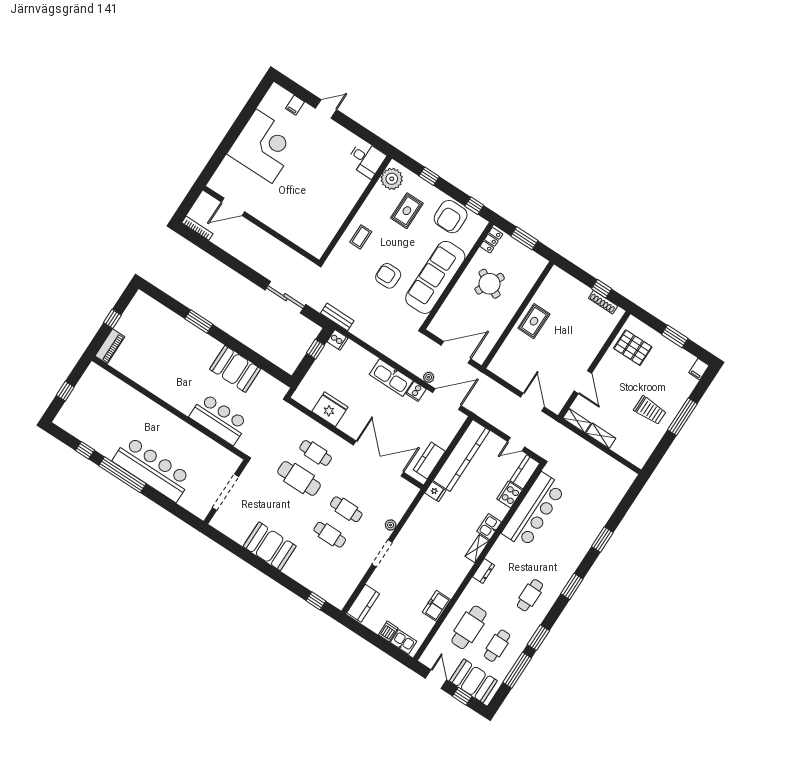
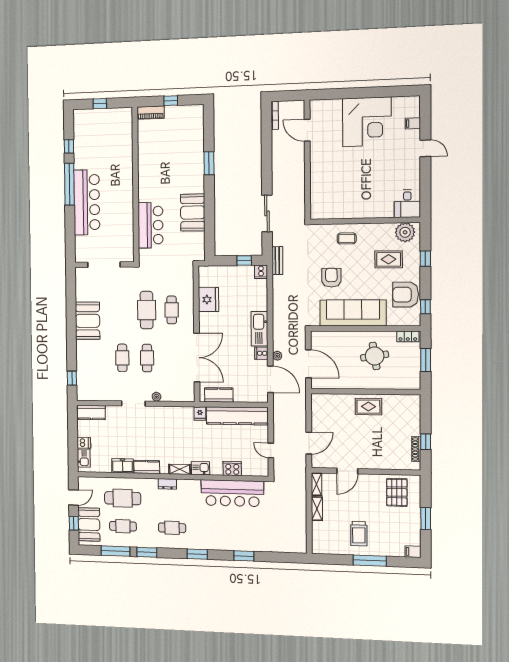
round table: (490, 284) -> (375, 356), turned -35
kitchen counter: (525, 472) -> (147, 467), moved

